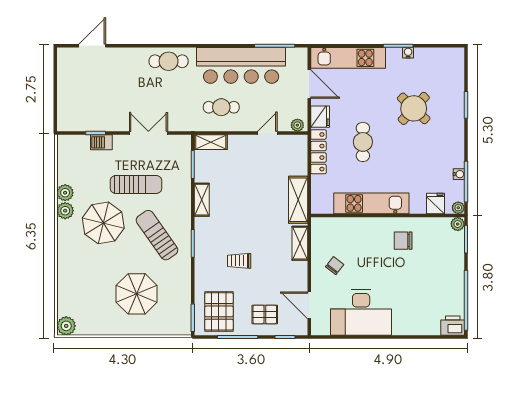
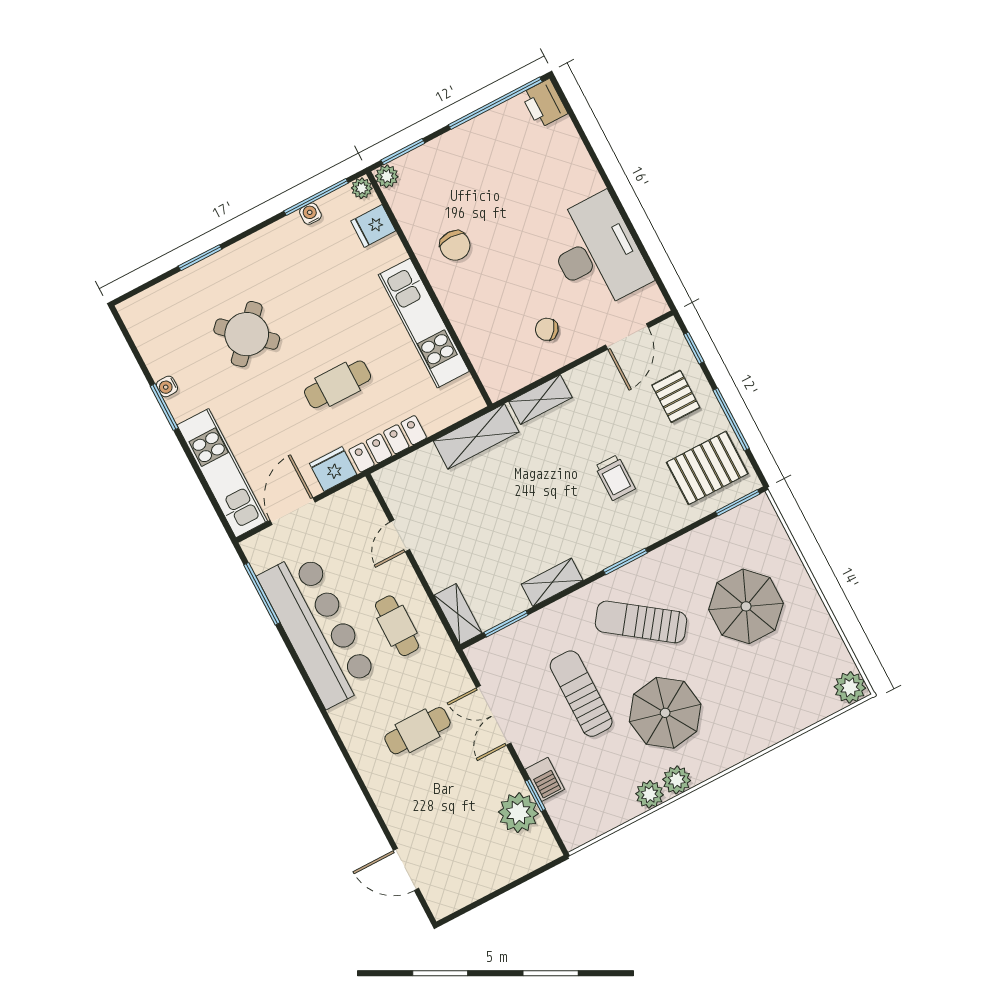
cafe table: (169, 61) -> (417, 731), moved, turned 90
plant: (297, 125) -> (518, 813), moved, width x1.88, depth x1.88
door: (267, 133) -> (400, 536), hinge flipped
sun lounger: (157, 235) -> (641, 622), turned 71

